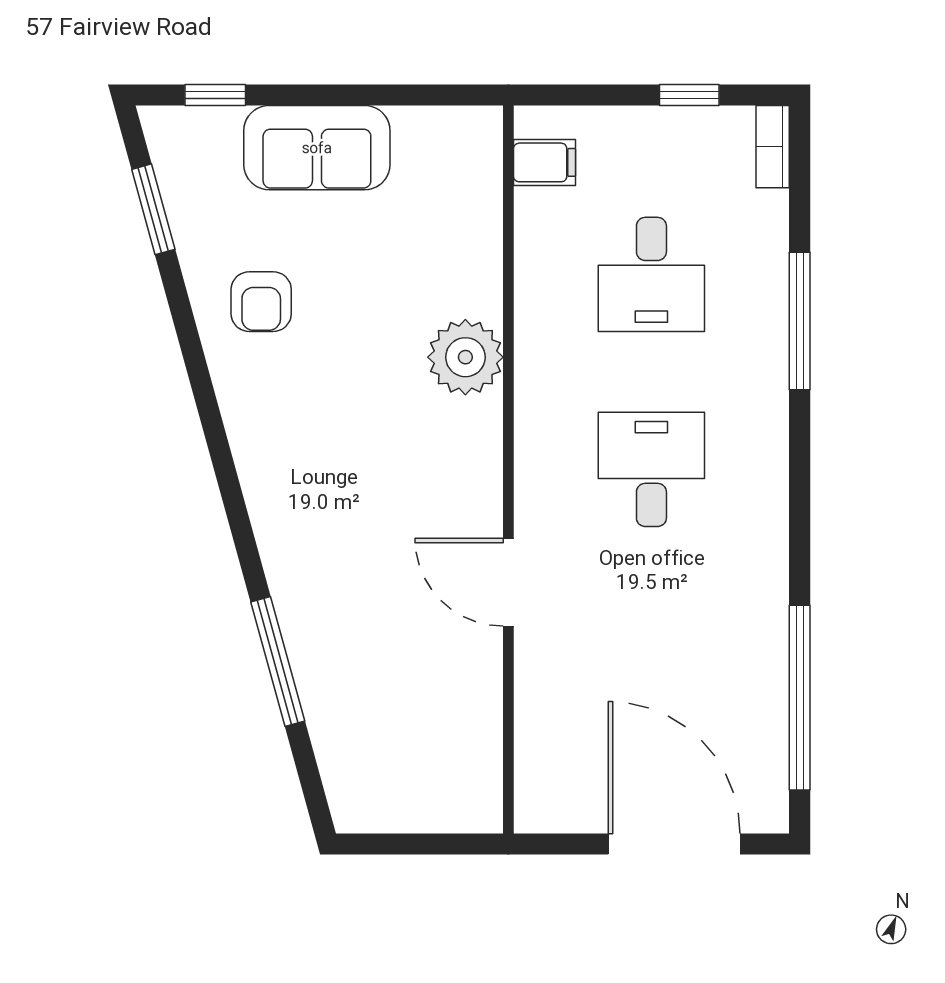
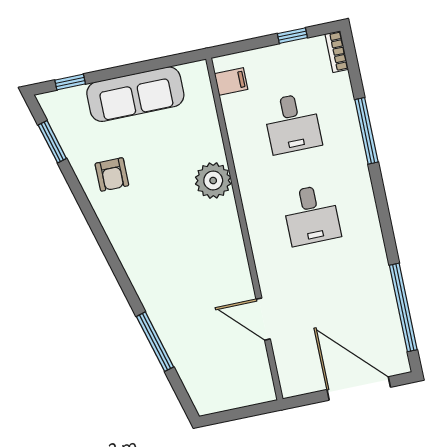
sofa: (317, 148) -> (135, 94), width x1.36
desk: (651, 469) -> (311, 215), turned 180
door: (508, 582) -> (263, 319), moved

